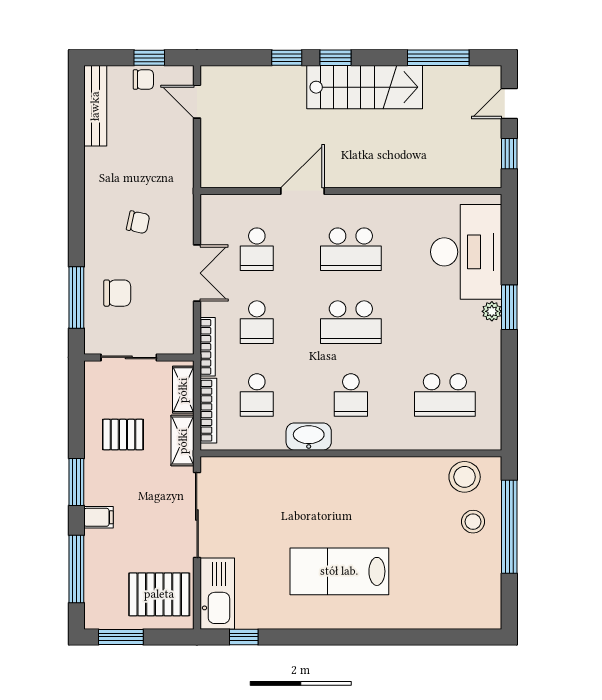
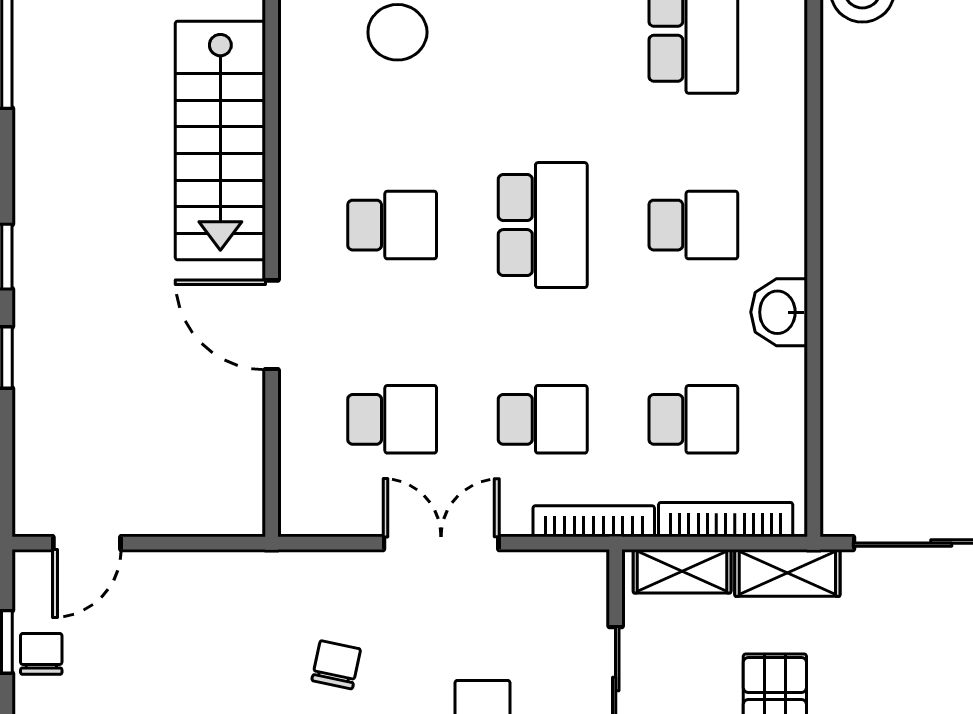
stairs: (365, 87) -> (220, 141), moved, turned 180
school desk: (351, 249) -> (392, 225), width x0.54
washbasin: (309, 437) -> (779, 312), width x0.72

